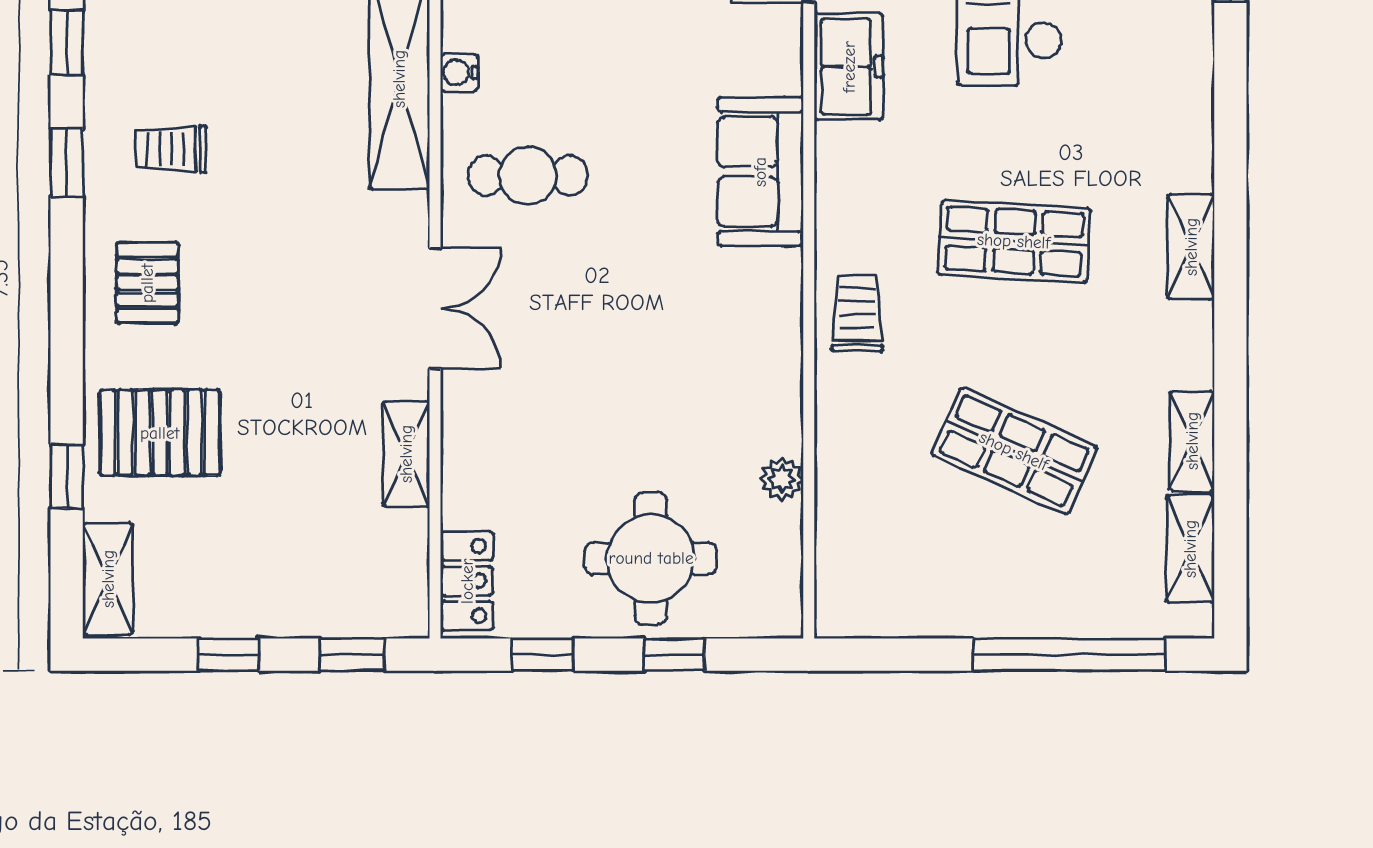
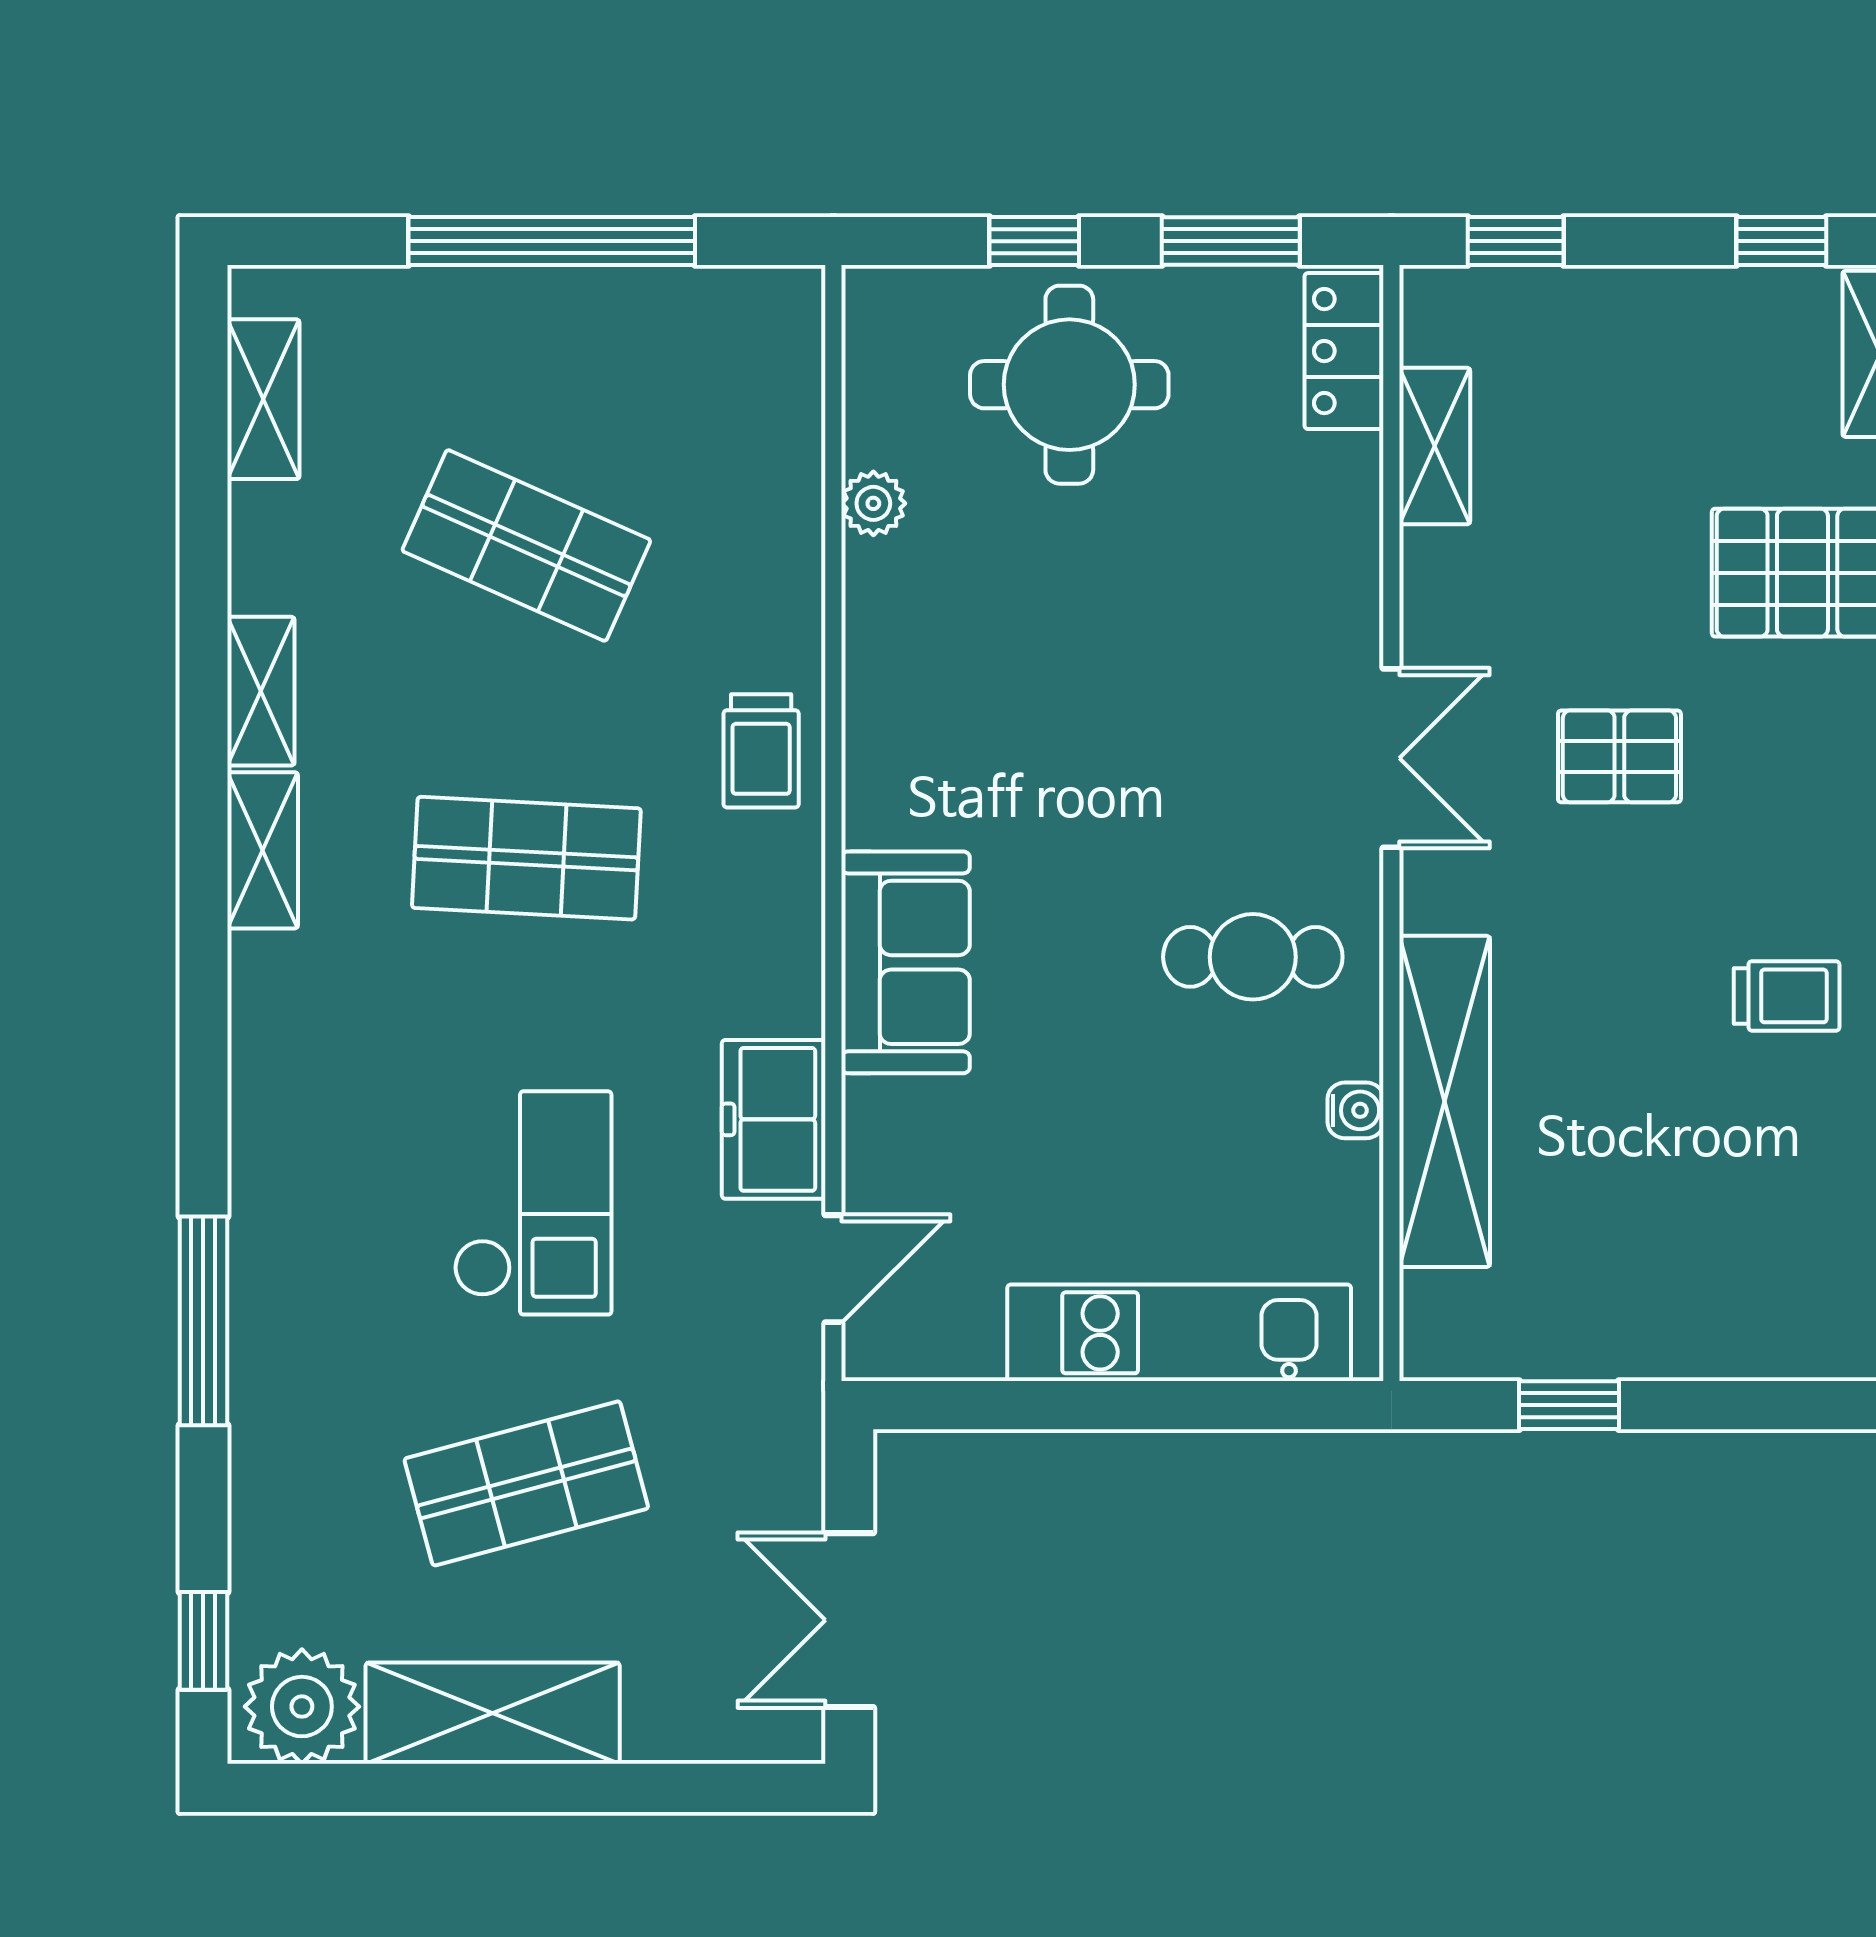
pallet: (147, 283) -> (1619, 756), moved, turned 90
double door: (435, 308) -> (1391, 758), swing flipped
shelving: (1192, 441) -> (261, 691), moved
shelving: (406, 454) -> (1435, 446), moved
window: (228, 655) -> (1781, 241), moved
window: (543, 655) -> (1231, 241), width x1.50
window: (1069, 655) -> (552, 241), moved

